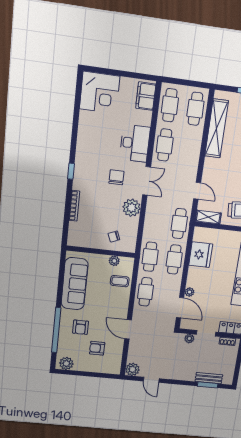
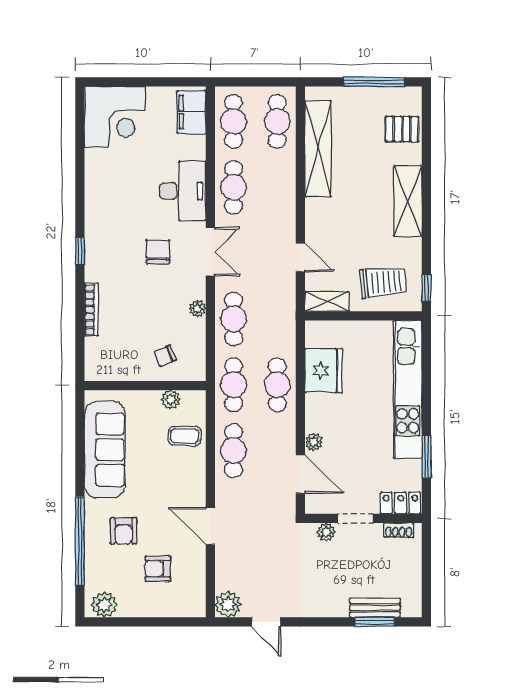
plant: (132, 208) -> (197, 308), width x0.53, depth x0.53
cafe table: (179, 224) -> (234, 319), moved

